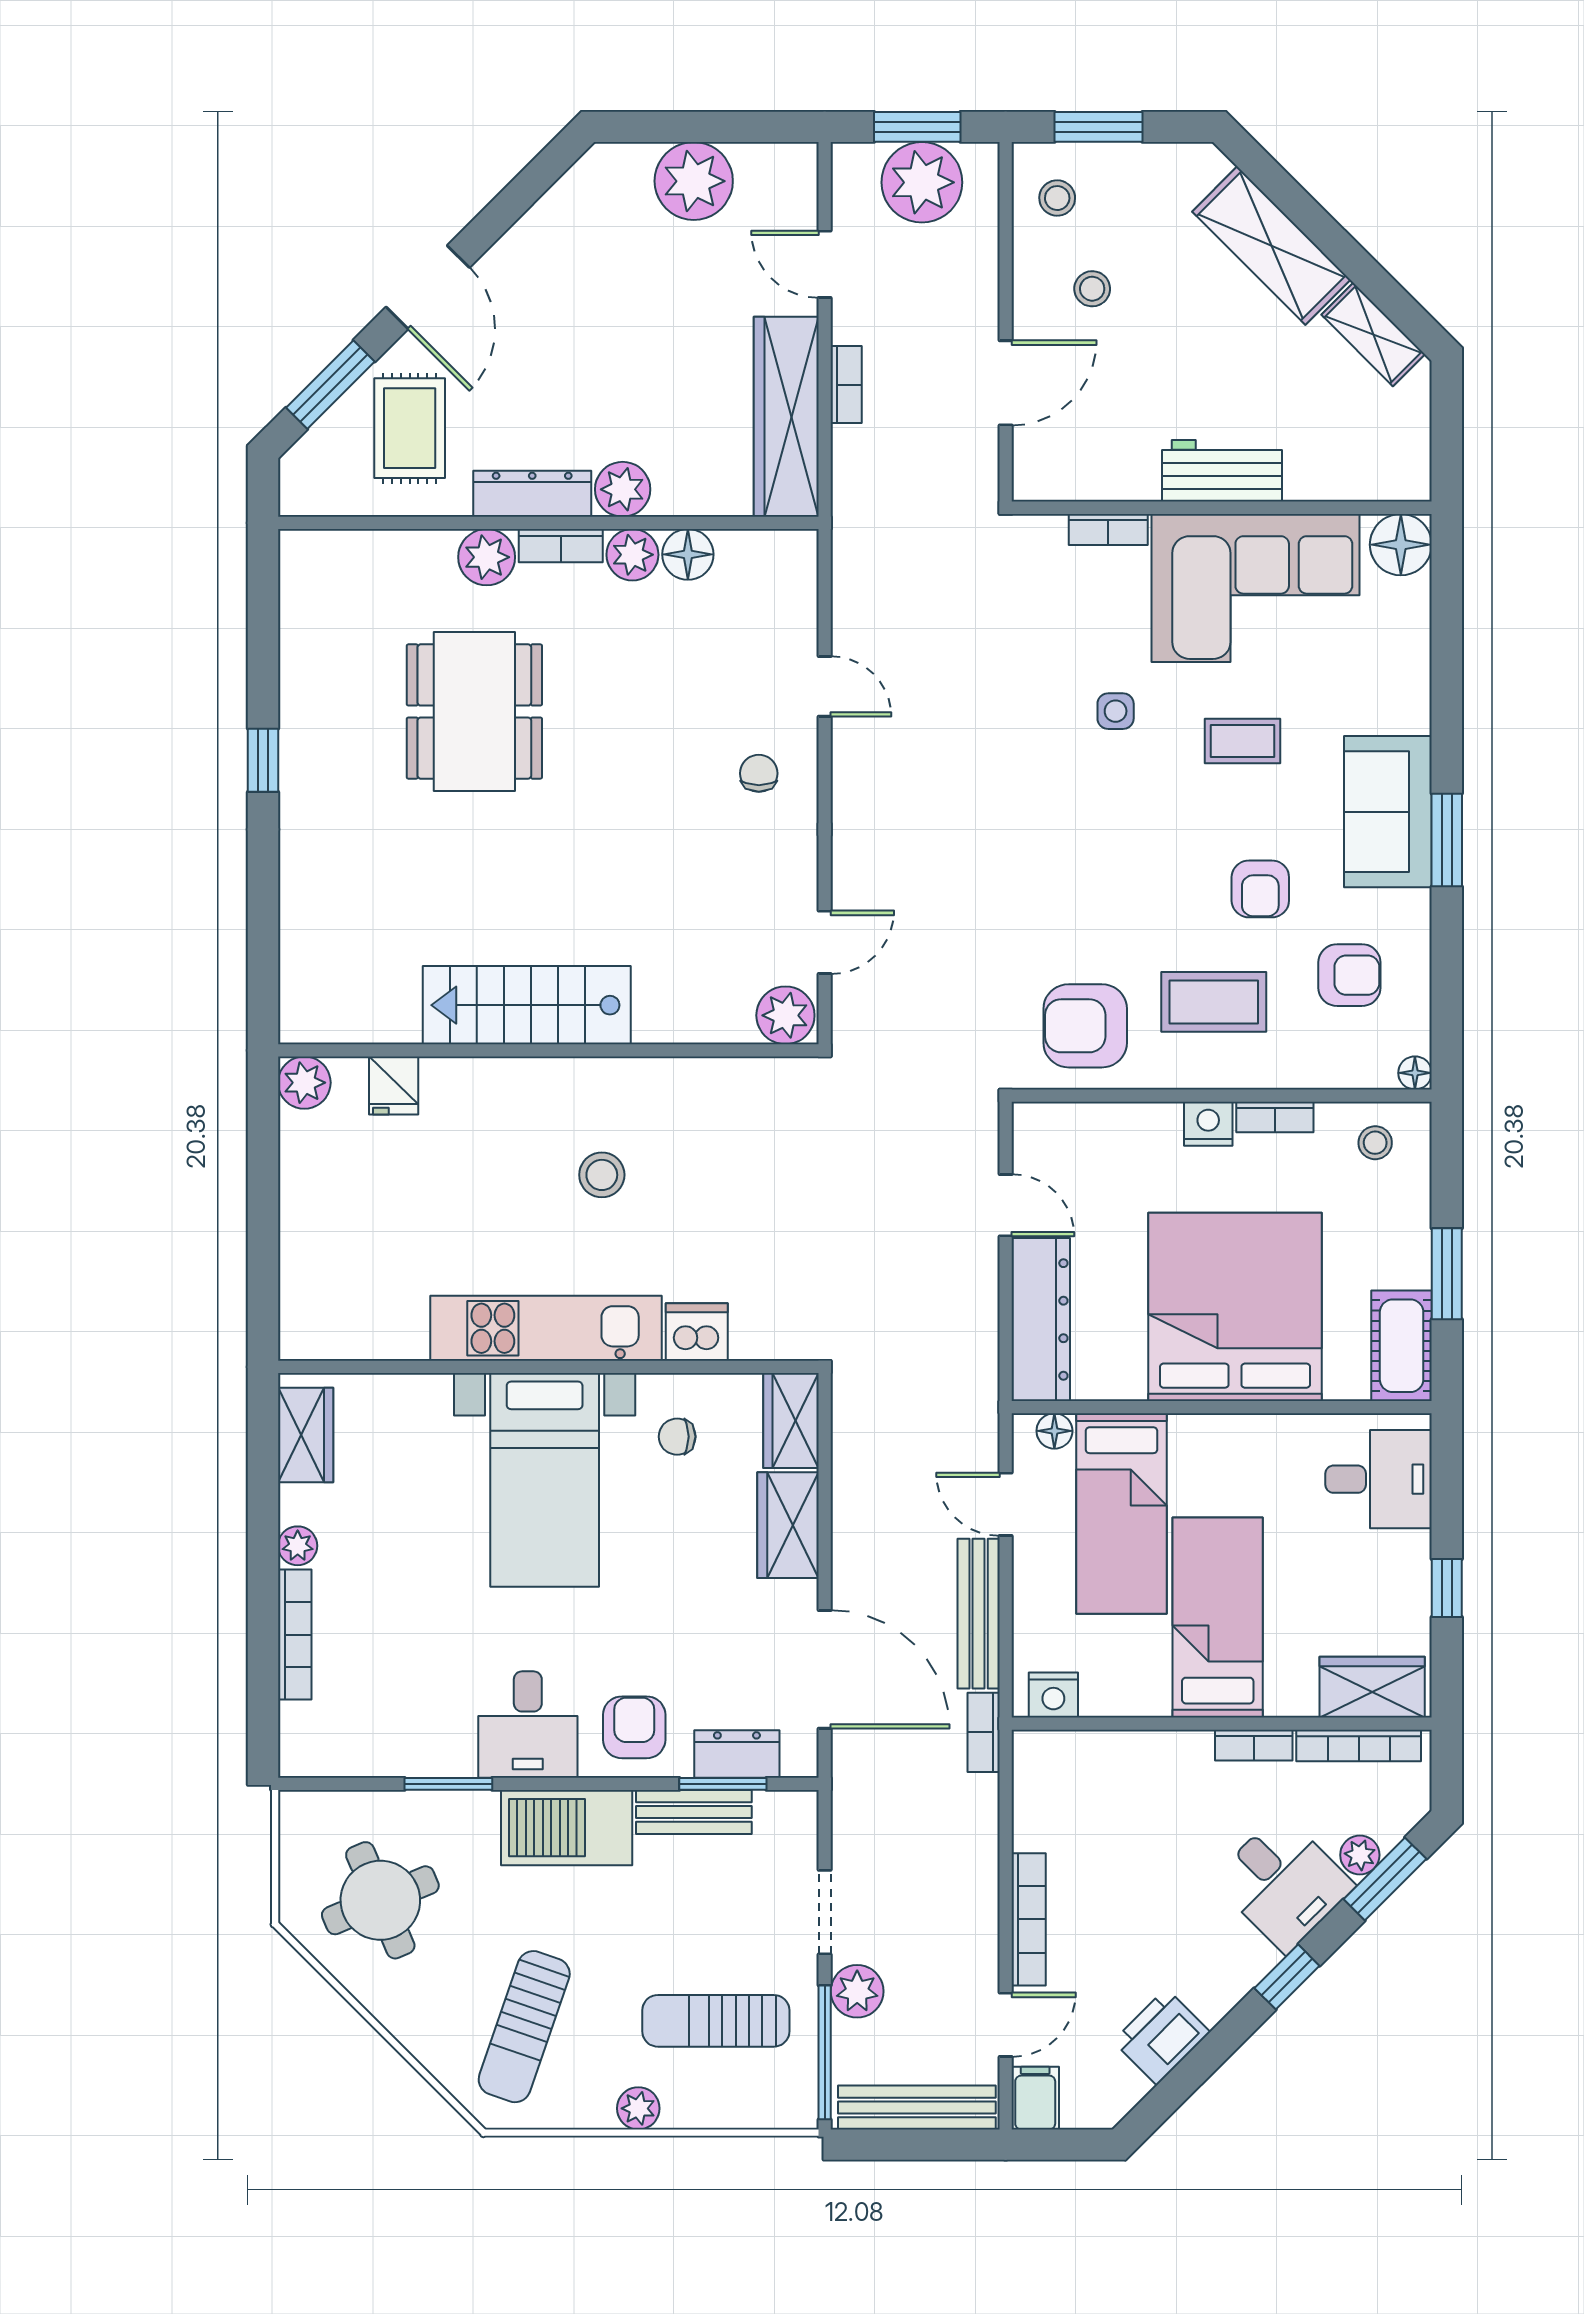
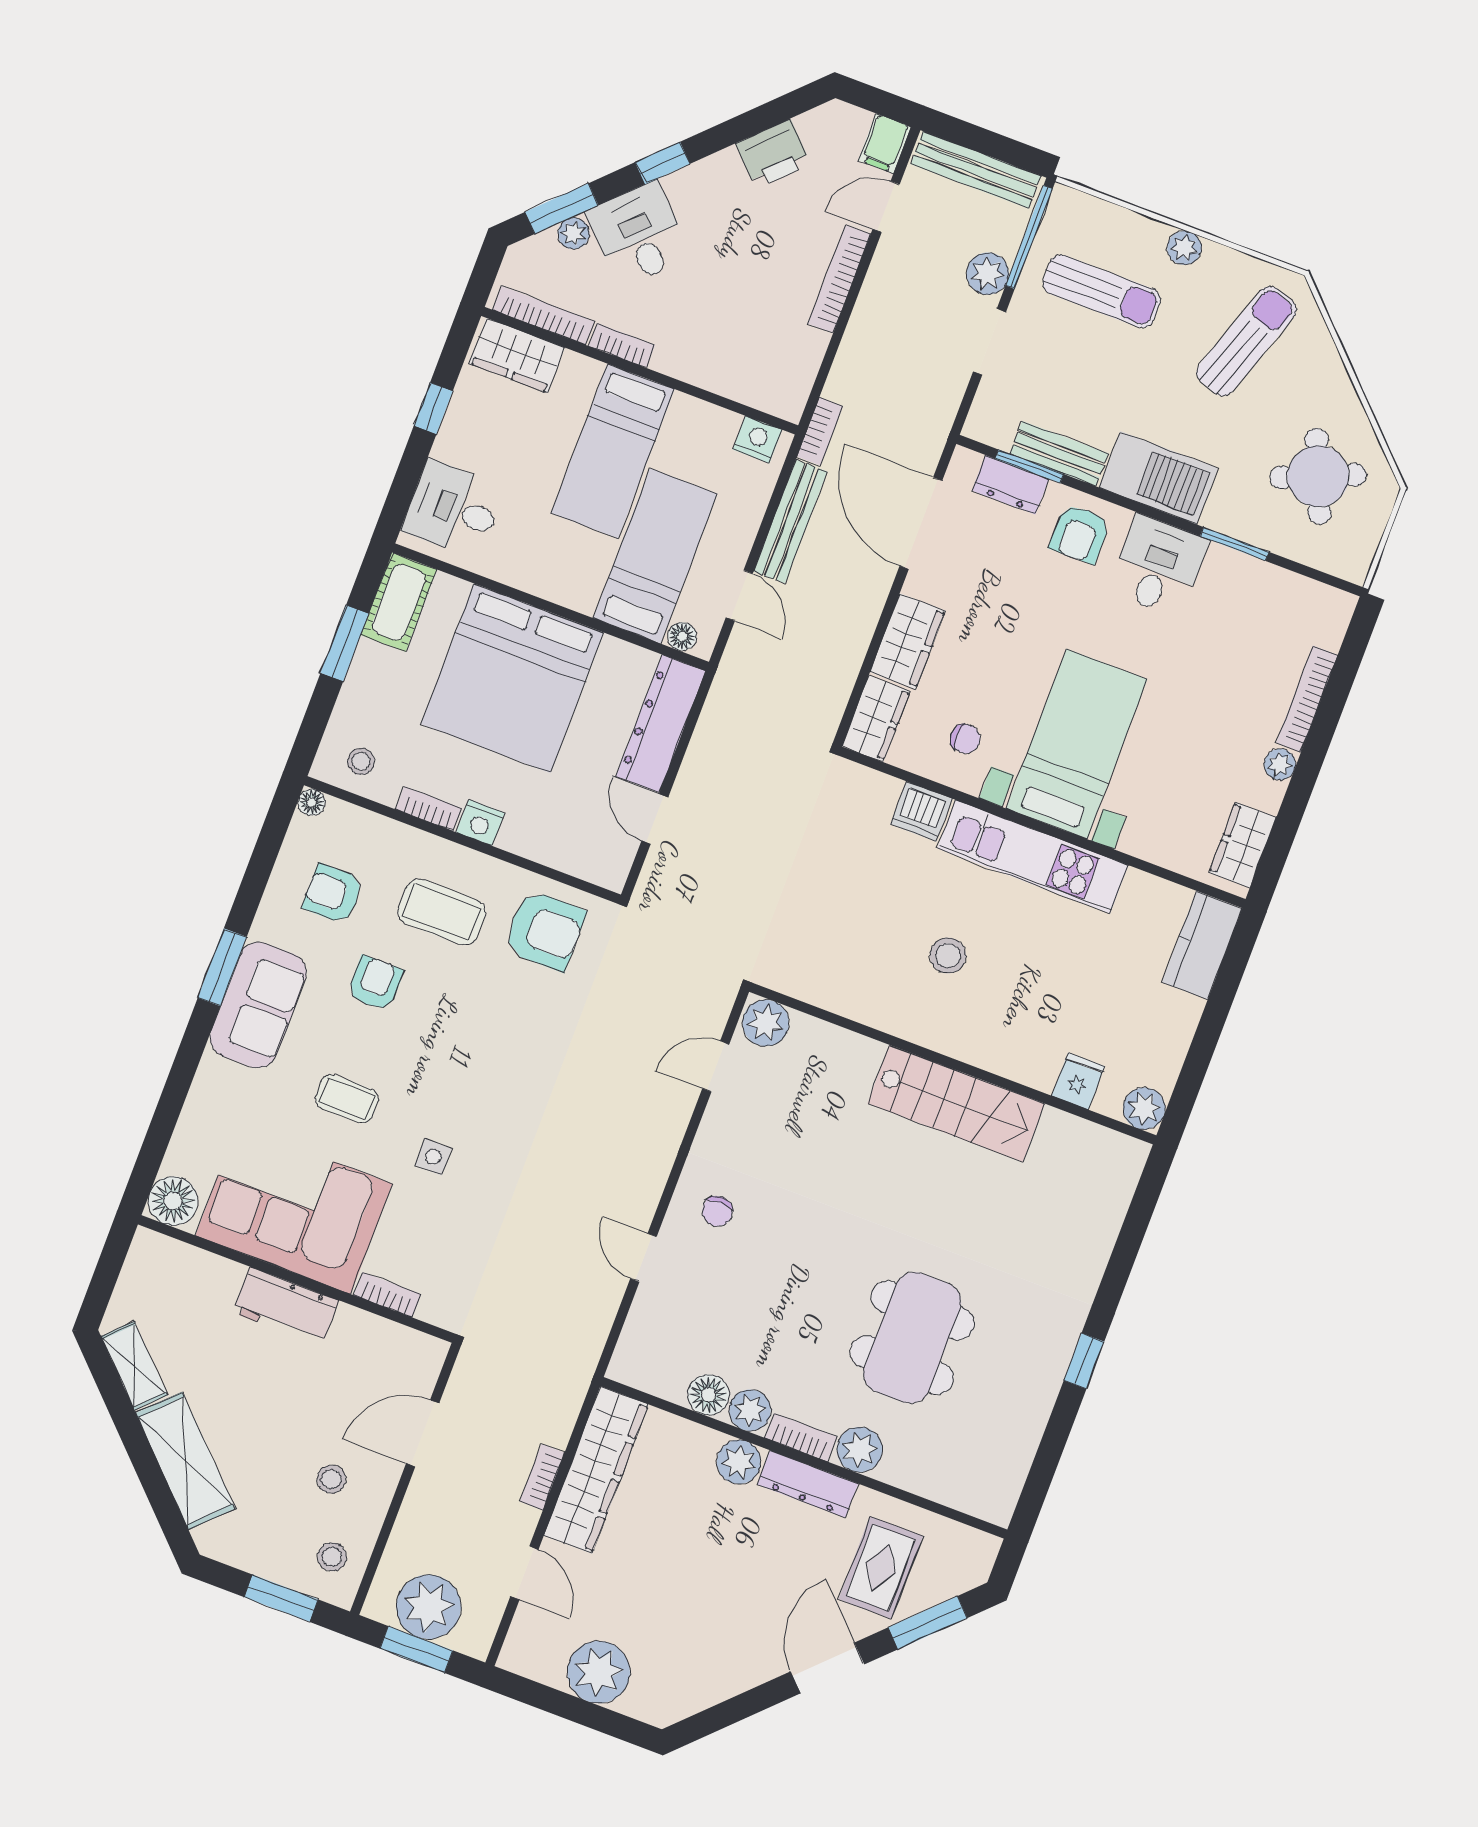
kitchen counter: (309, 1300) -> (1202, 945), added

